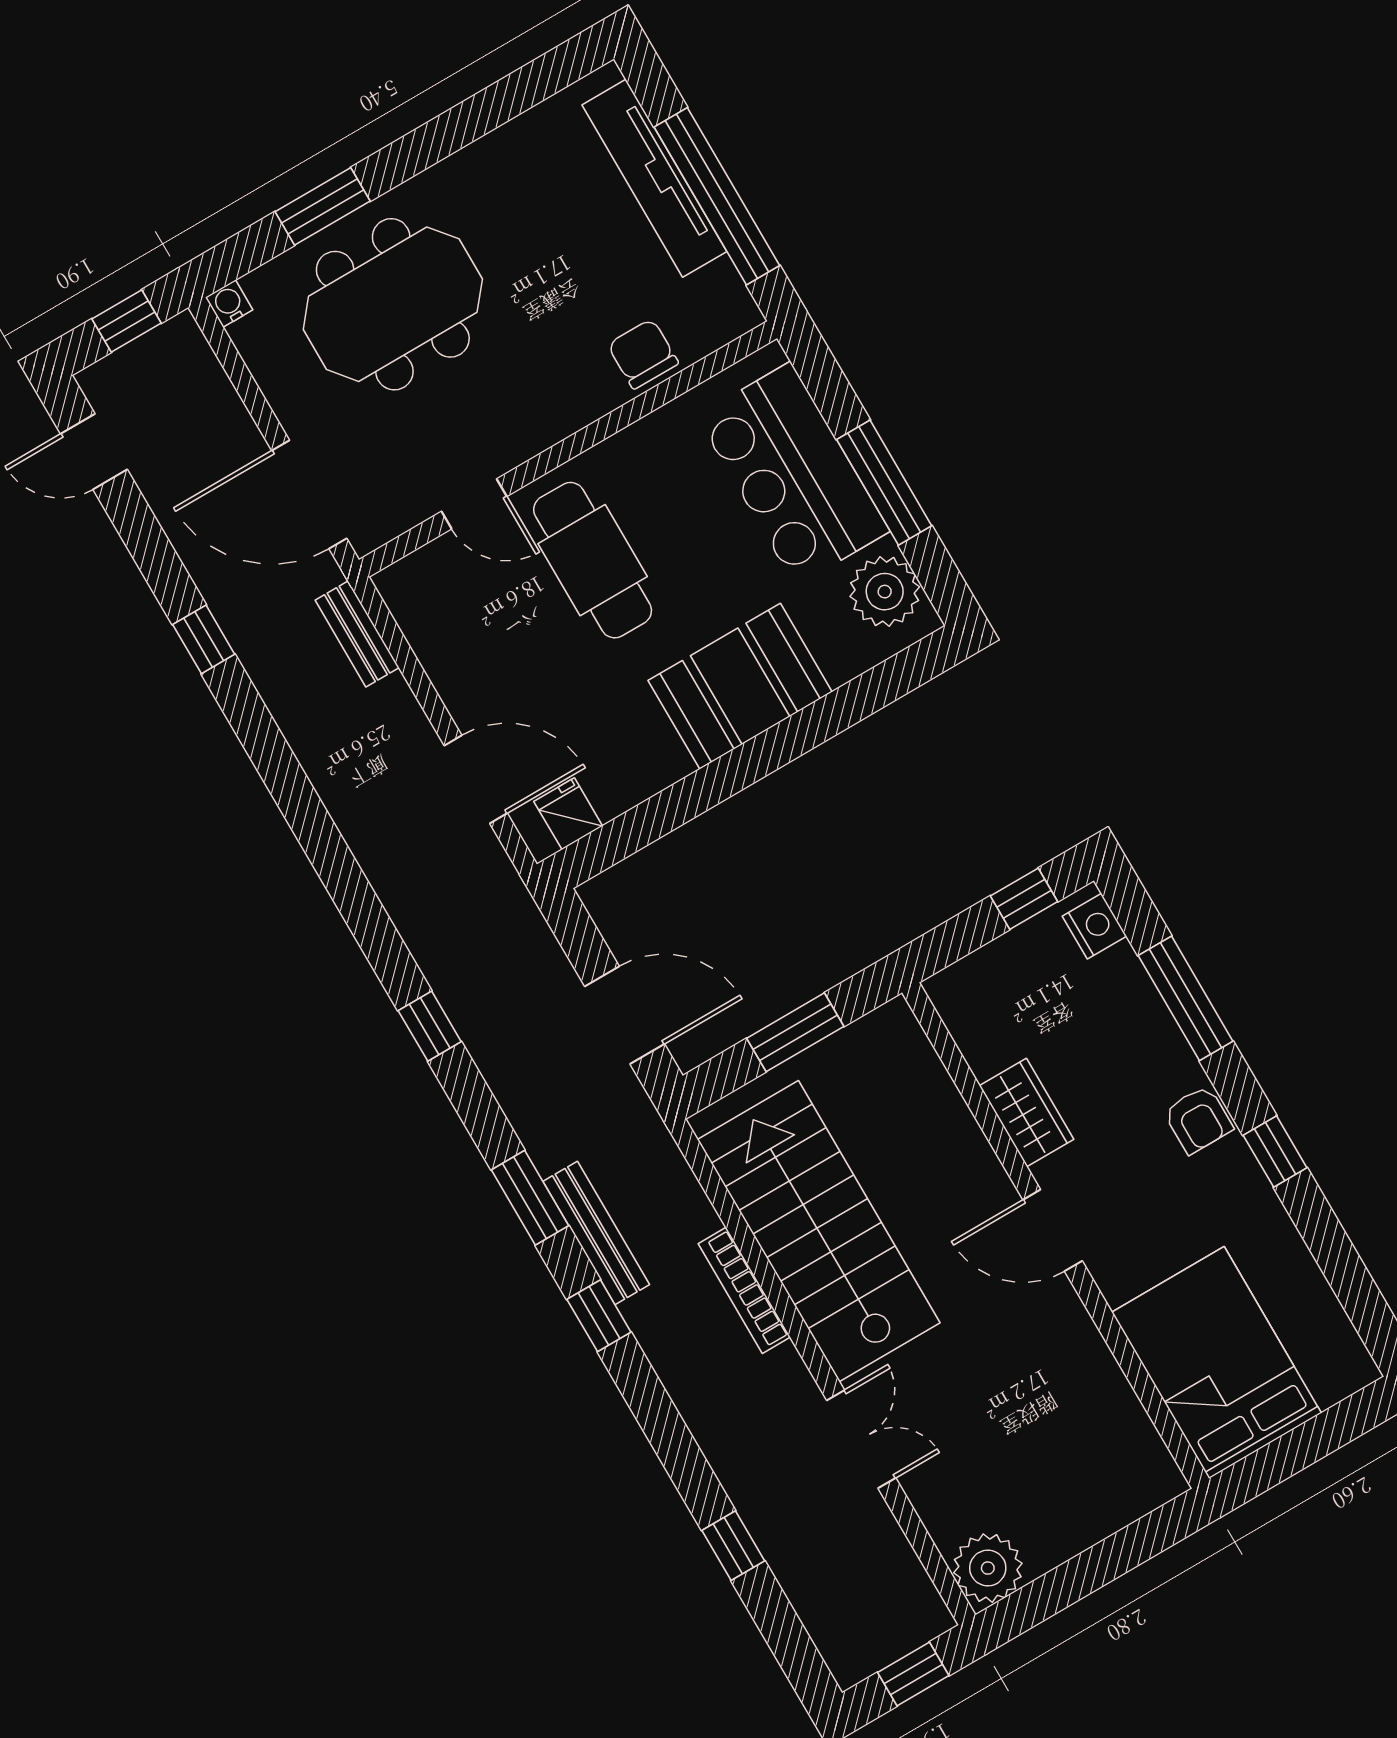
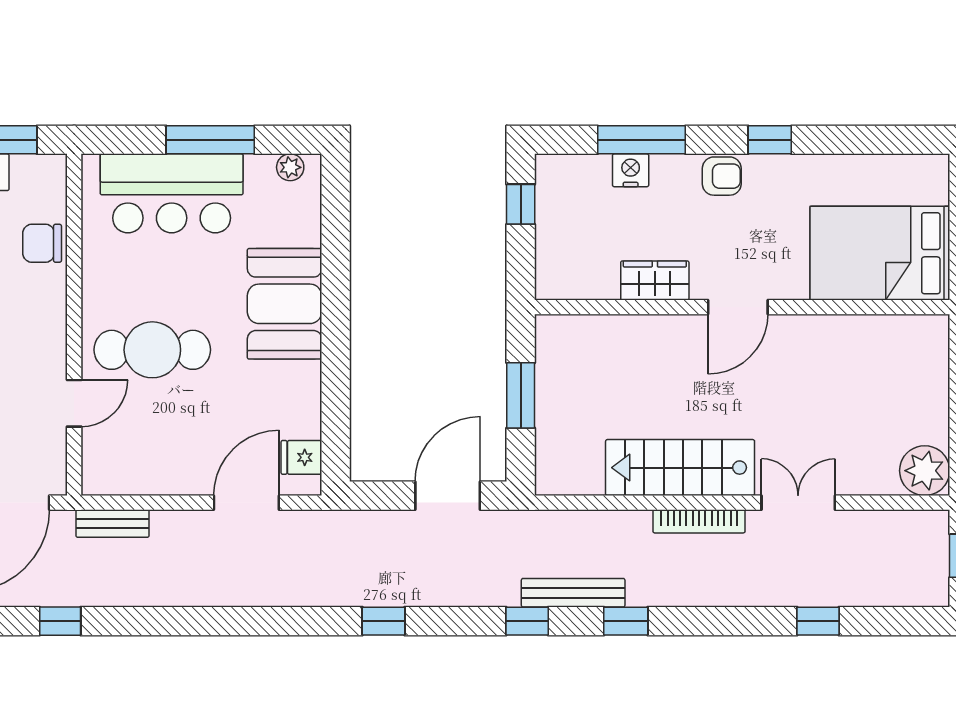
plant: (885, 592) -> (290, 167), width x0.53, depth x0.53
nightstand: (1094, 926) -> (631, 170), moved
window: (530, 1198) -> (527, 621), width x0.67
stairs: (819, 1231) -> (680, 468), width x0.73, depth x0.66
bookcase: (744, 1290) -> (699, 521), moved

